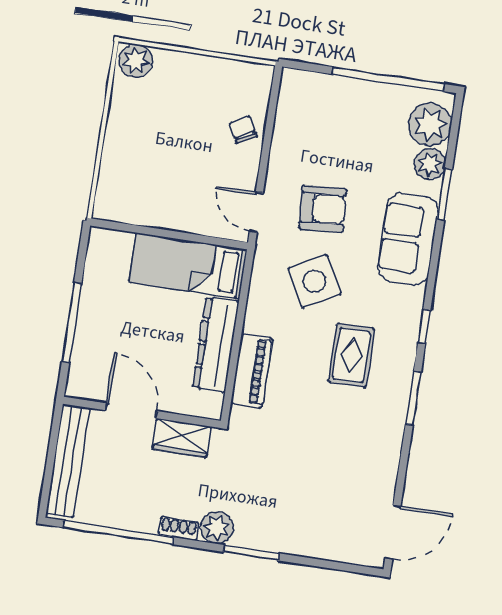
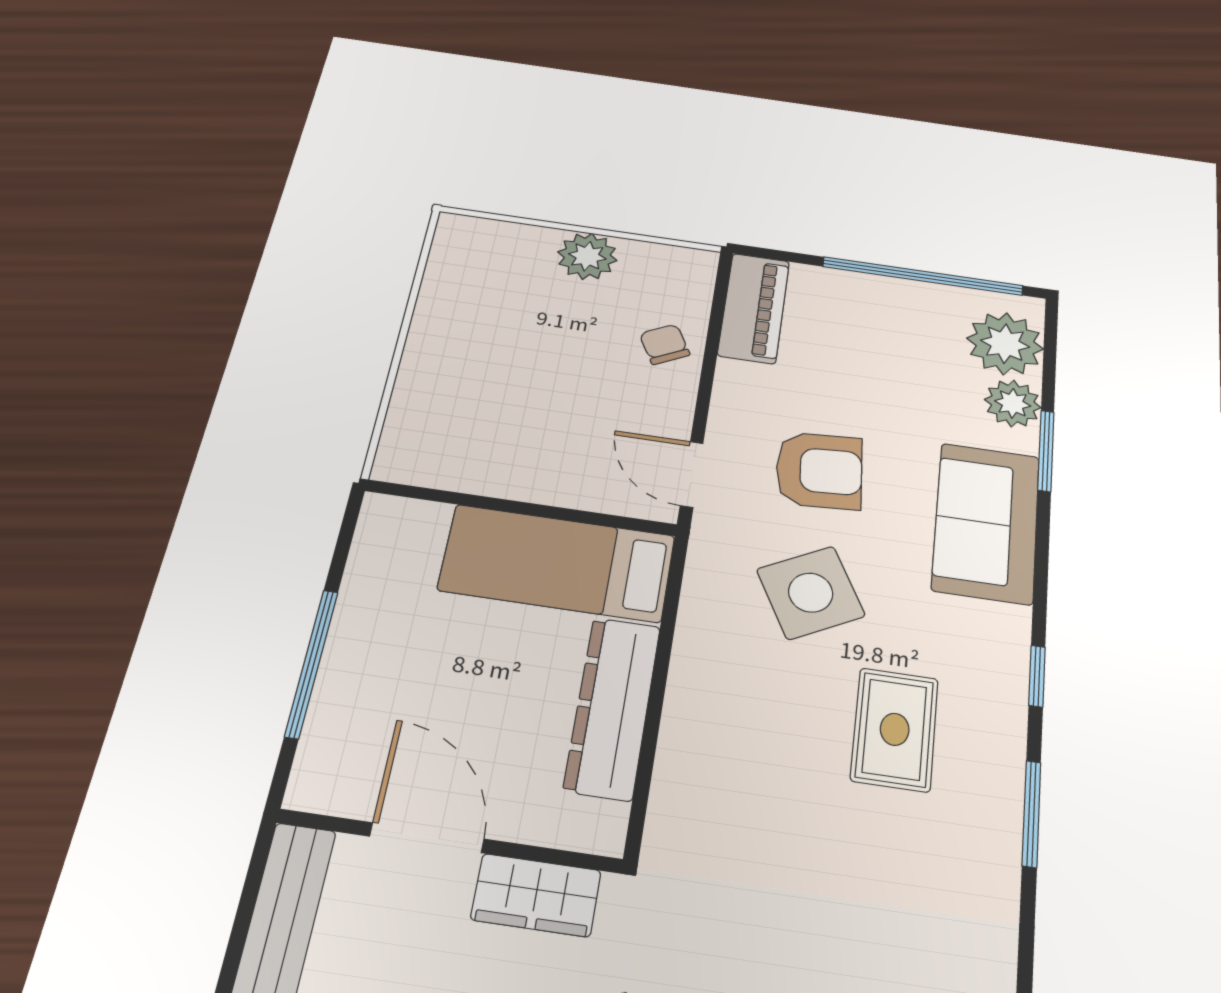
plant: (136, 61) -> (587, 256), moved
piano: (252, 371) -> (754, 308), moved

